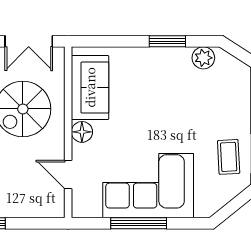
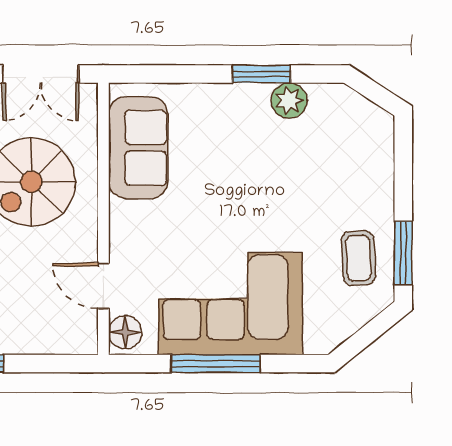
plant: (203, 58) -> (289, 100), moved
floor lamp: (82, 132) -> (125, 332), moved

